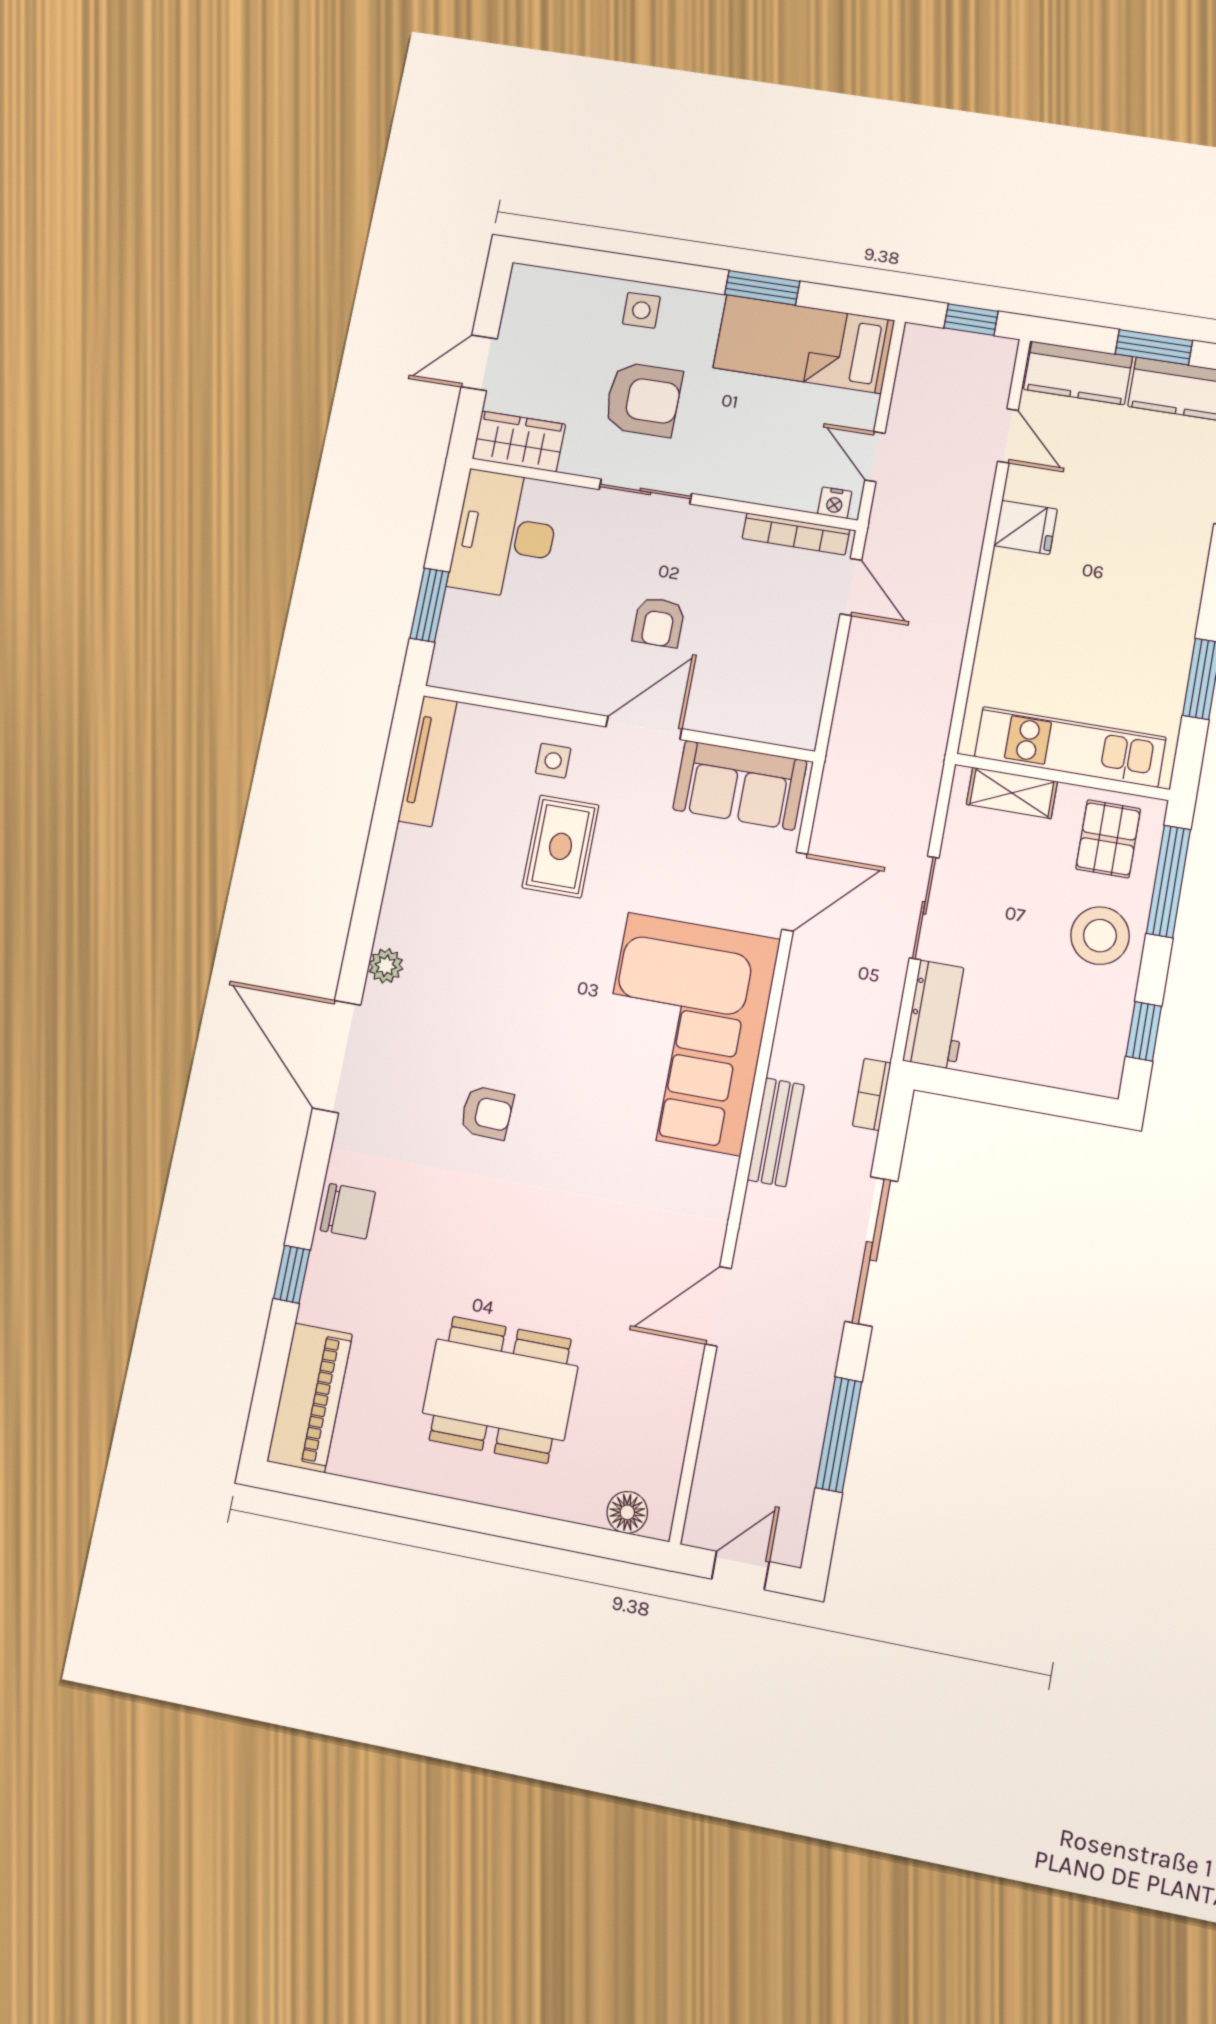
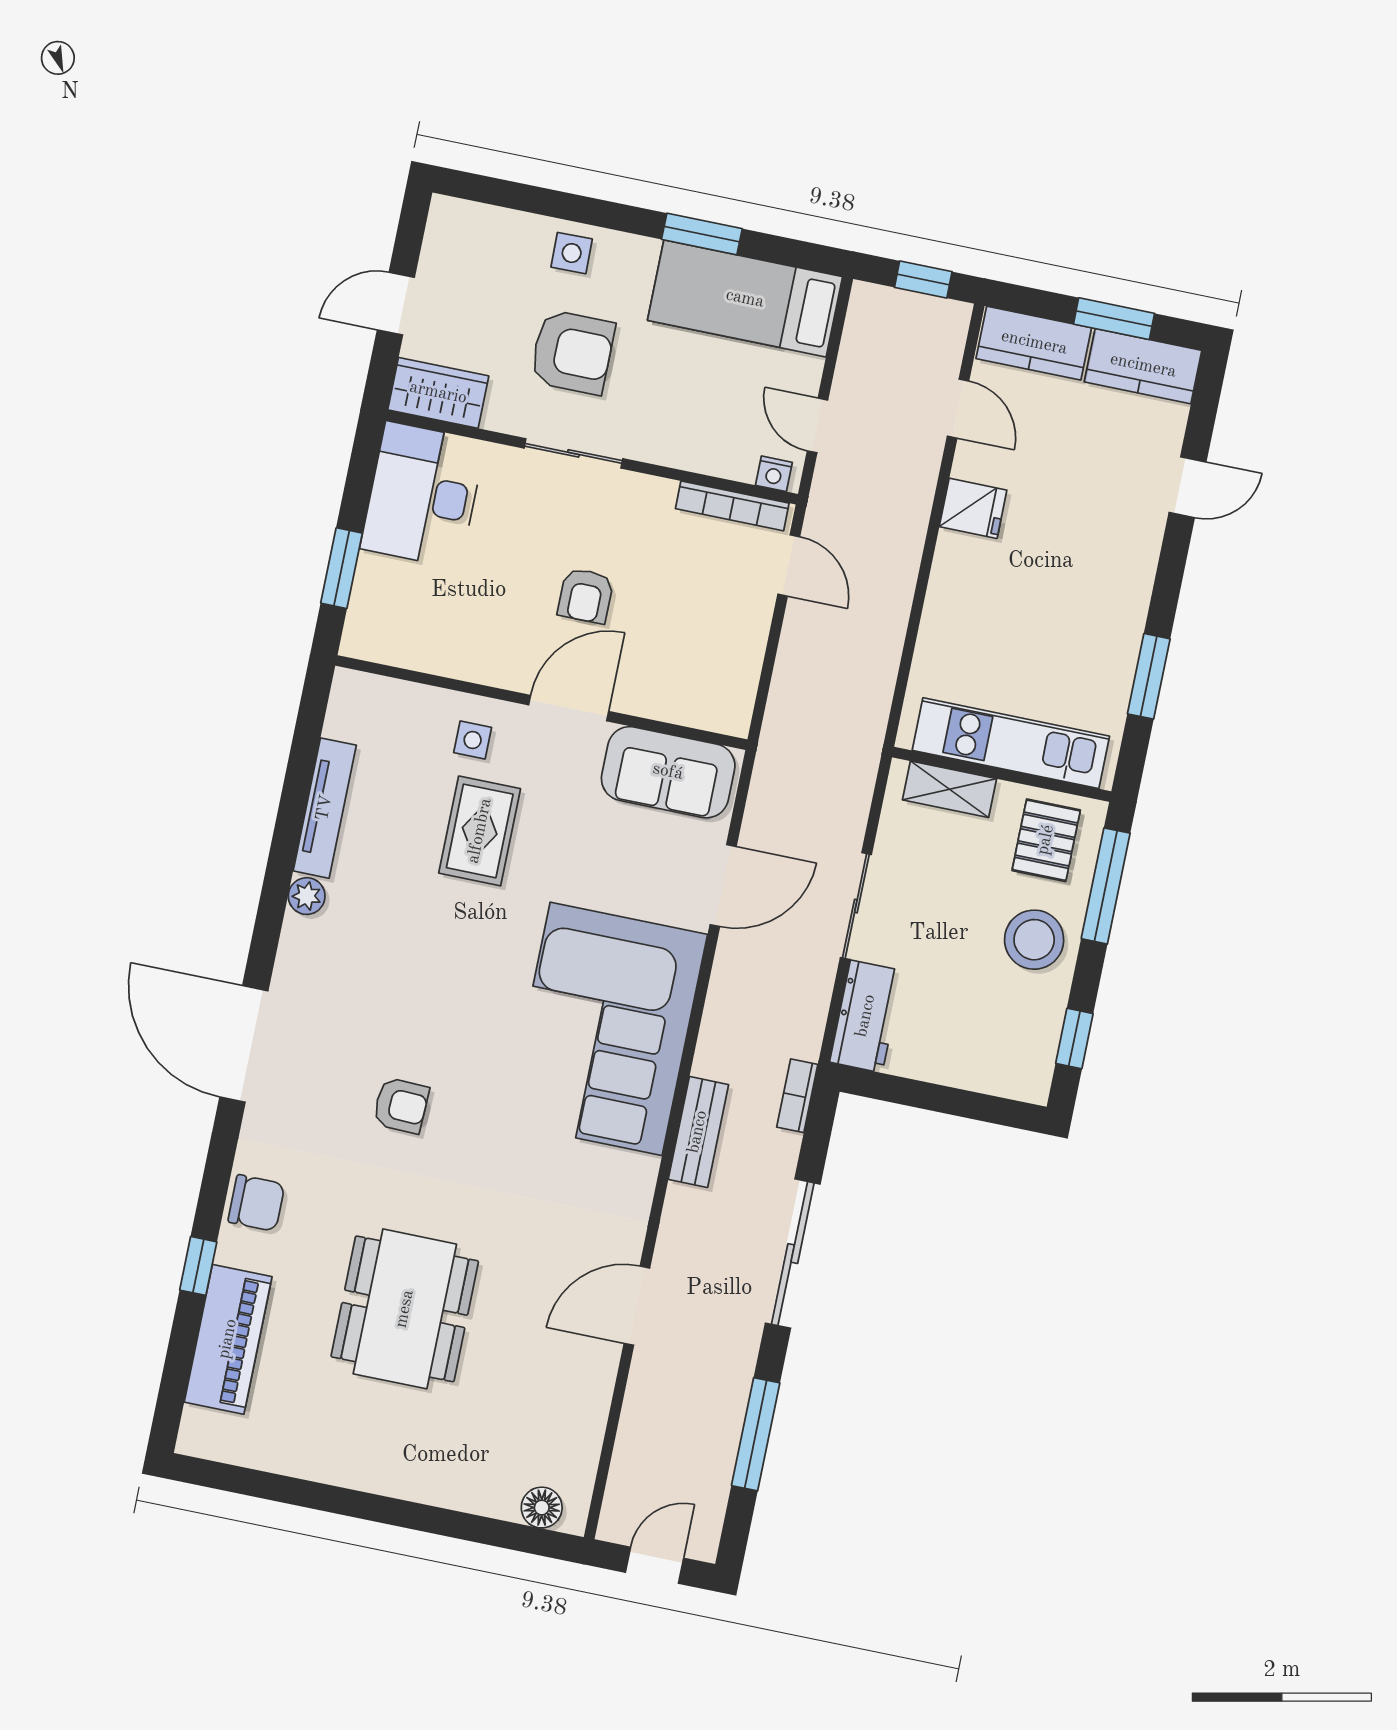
tv unit: (428, 761) -> (325, 808), moved
plant: (386, 966) -> (307, 896), moved
dining table: (500, 1390) -> (405, 1309), moved, turned 90
piano: (310, 1398) -> (228, 1339), moved

